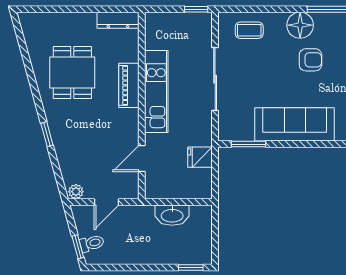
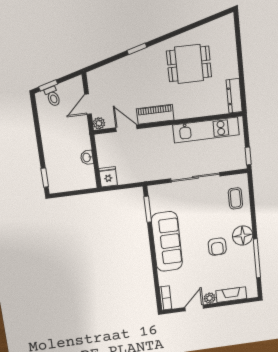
piano: (129, 85) -> (155, 114), moved
kitchen unit: (156, 92) -> (206, 130), moved
fridge: (200, 157) -> (108, 177), moved
plant: (76, 192) -> (99, 123), moved
door: (106, 202) -> (88, 104), hinge flipped
washbasin: (172, 215) -> (87, 157), width x0.52, depth x0.69

